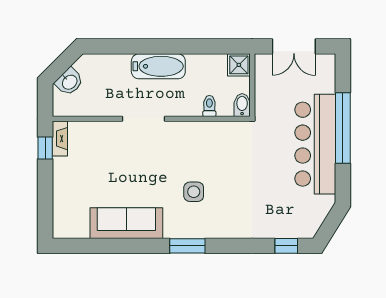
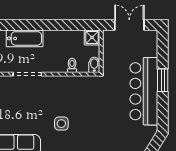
double door: (294, 46) -> (129, 25), swing flipped
bathtub: (158, 66) -> (25, 38), moved
window: (343, 128) -> (163, 80), width x0.47

